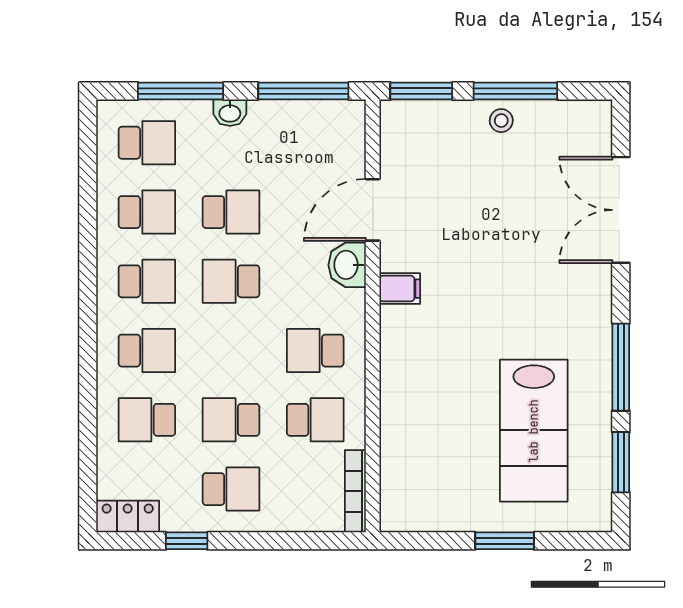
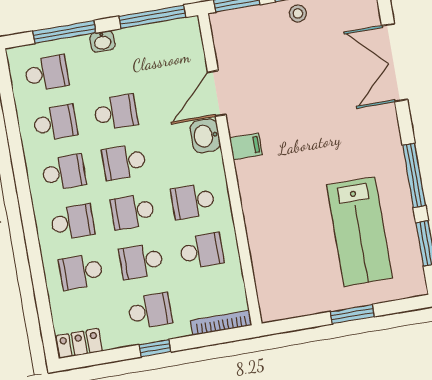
school desk: (231, 351) -> (133, 212), added
bookcase: (355, 491) -> (221, 323), moved, turned 90
window: (187, 541) -> (155, 348), moved

